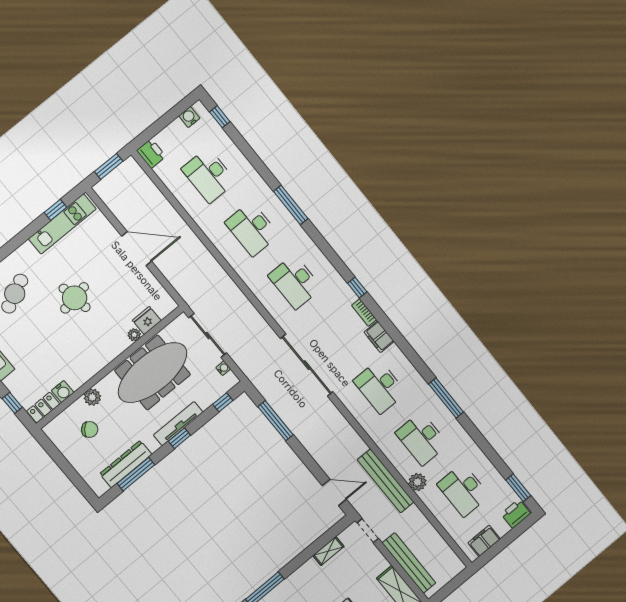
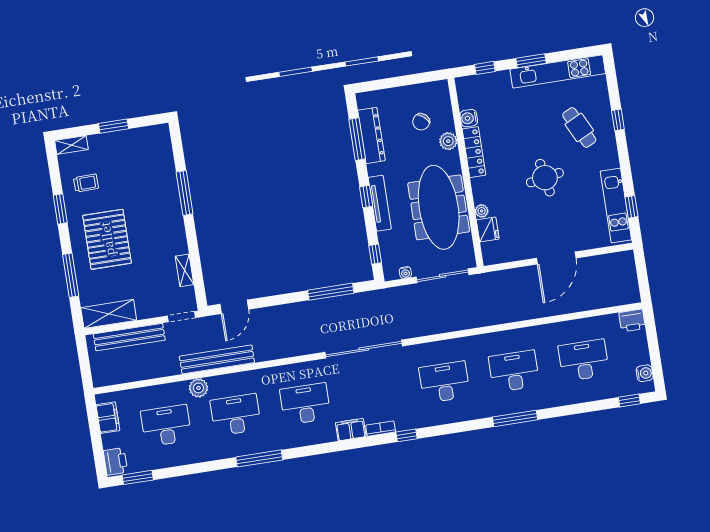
window: (109, 166) -> (642, 276), removed
locker: (43, 408) -> (474, 152), moved, width x1.53

